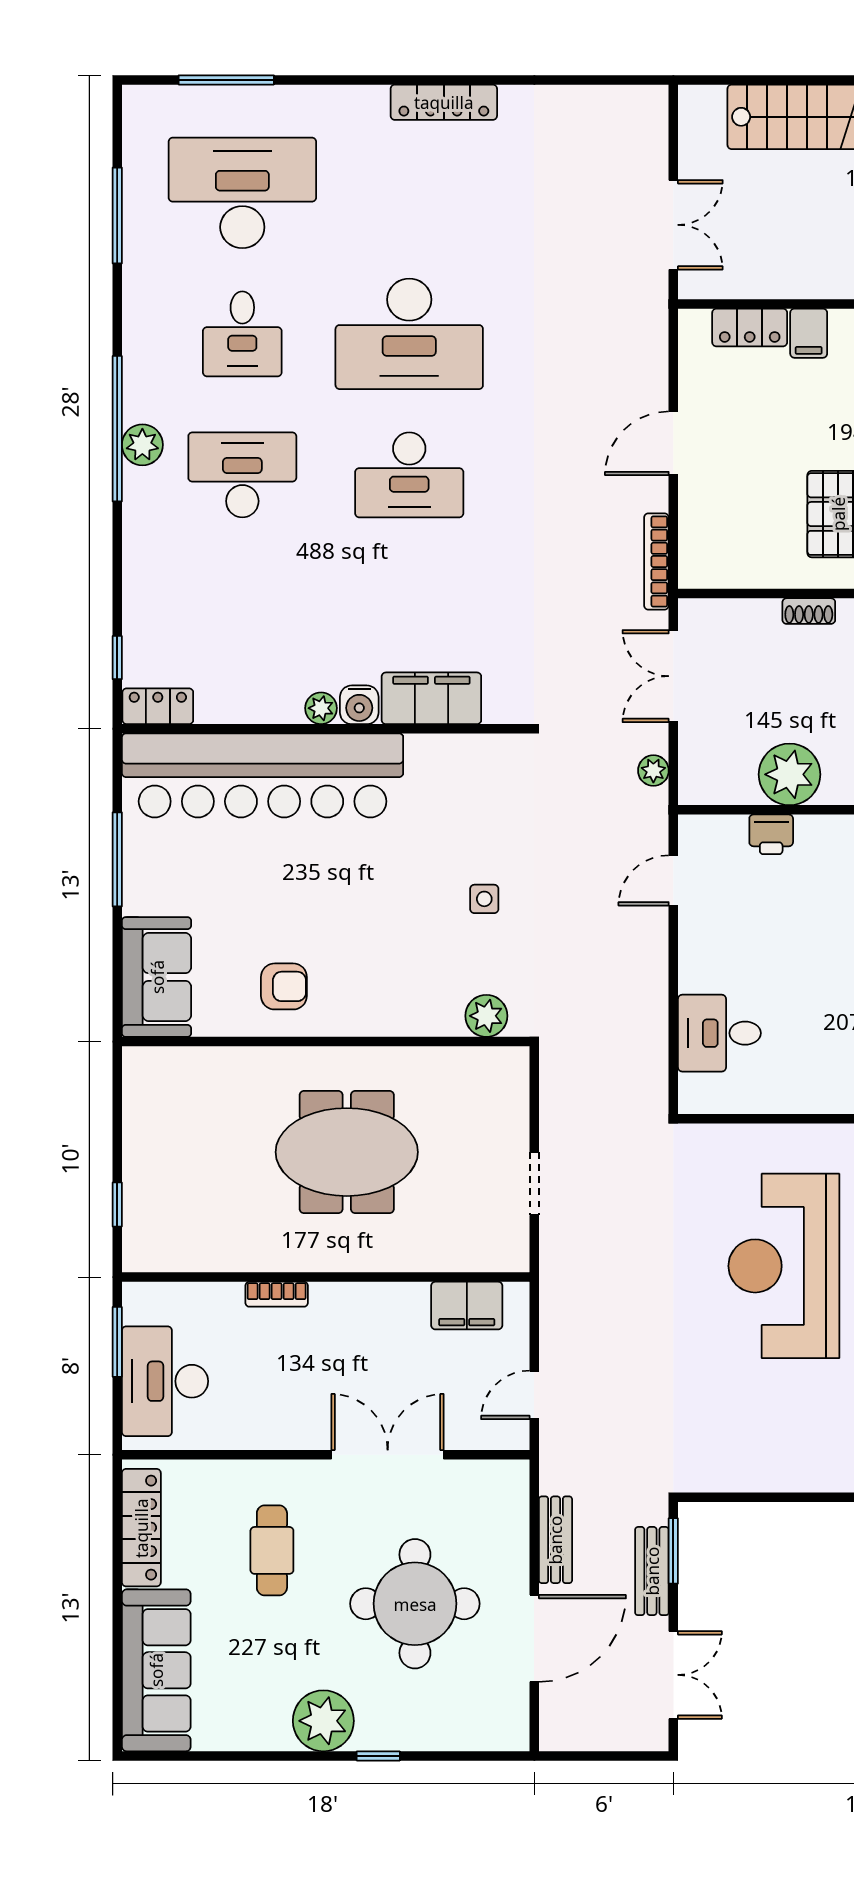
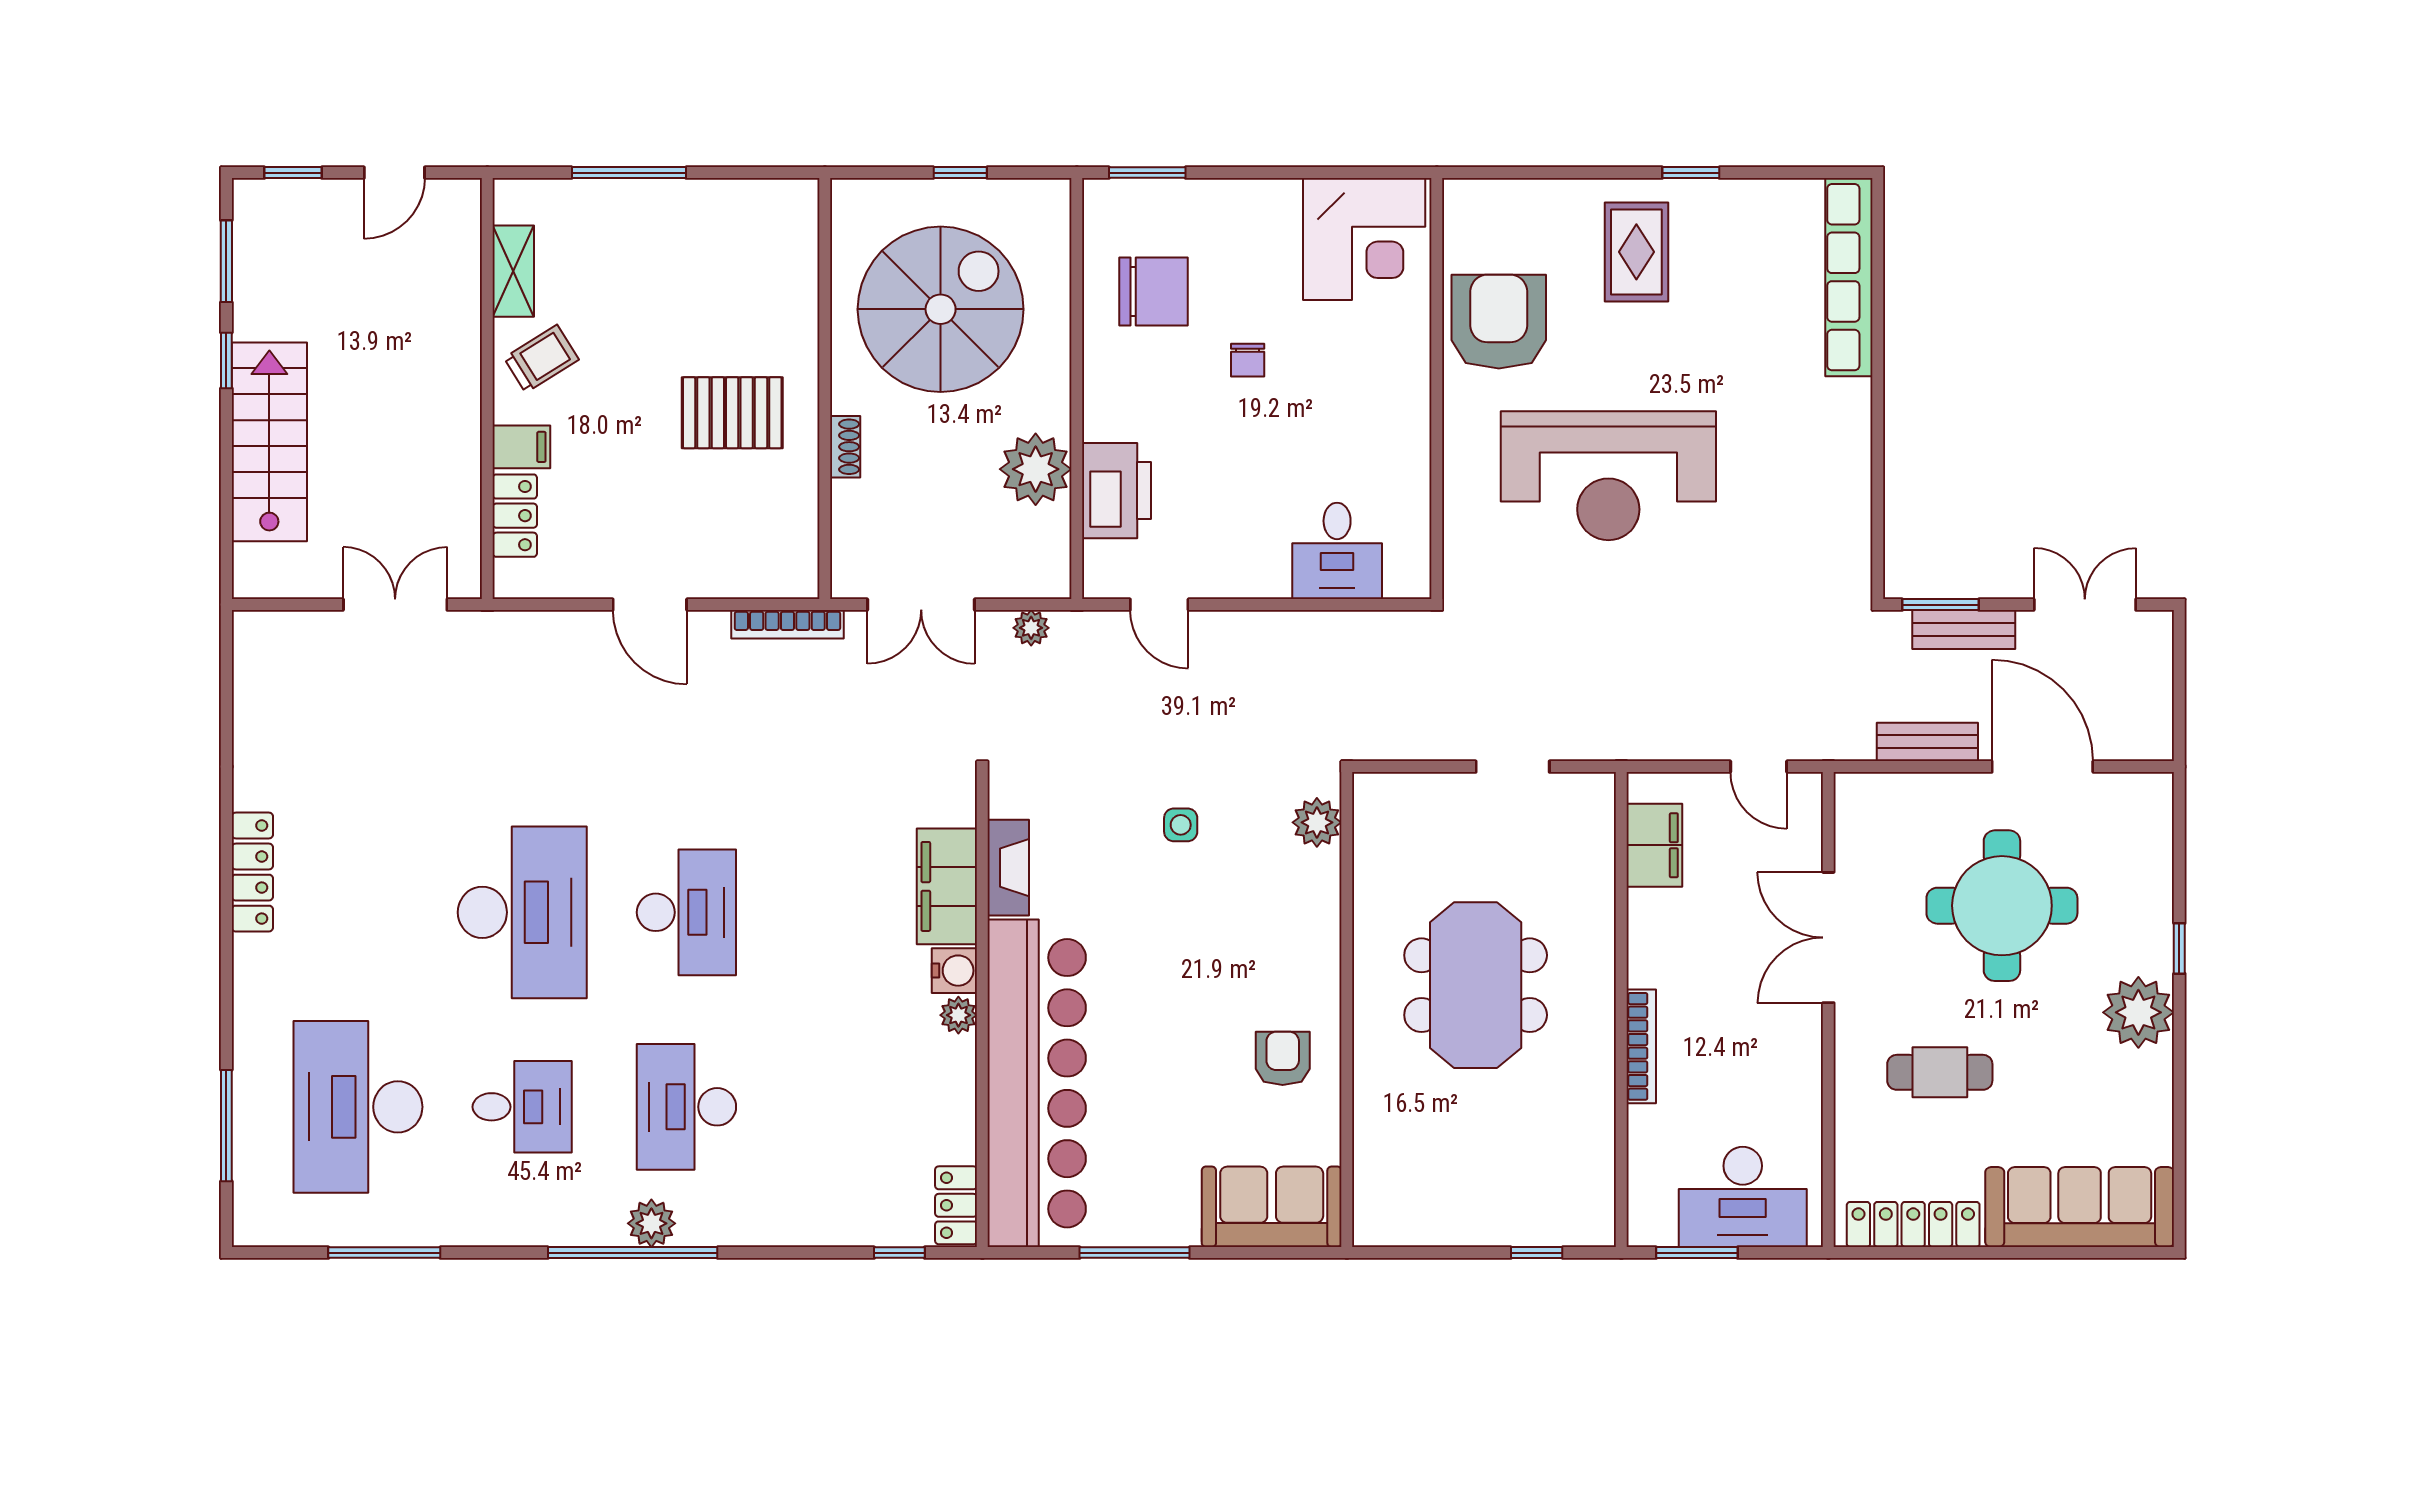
fireplace: (448, 751) -> (1008, 868), added
printer: (771, 834) -> (1117, 491), width x1.87, depth x1.48
bookcase: (277, 1294) -> (1641, 1046), width x1.56

